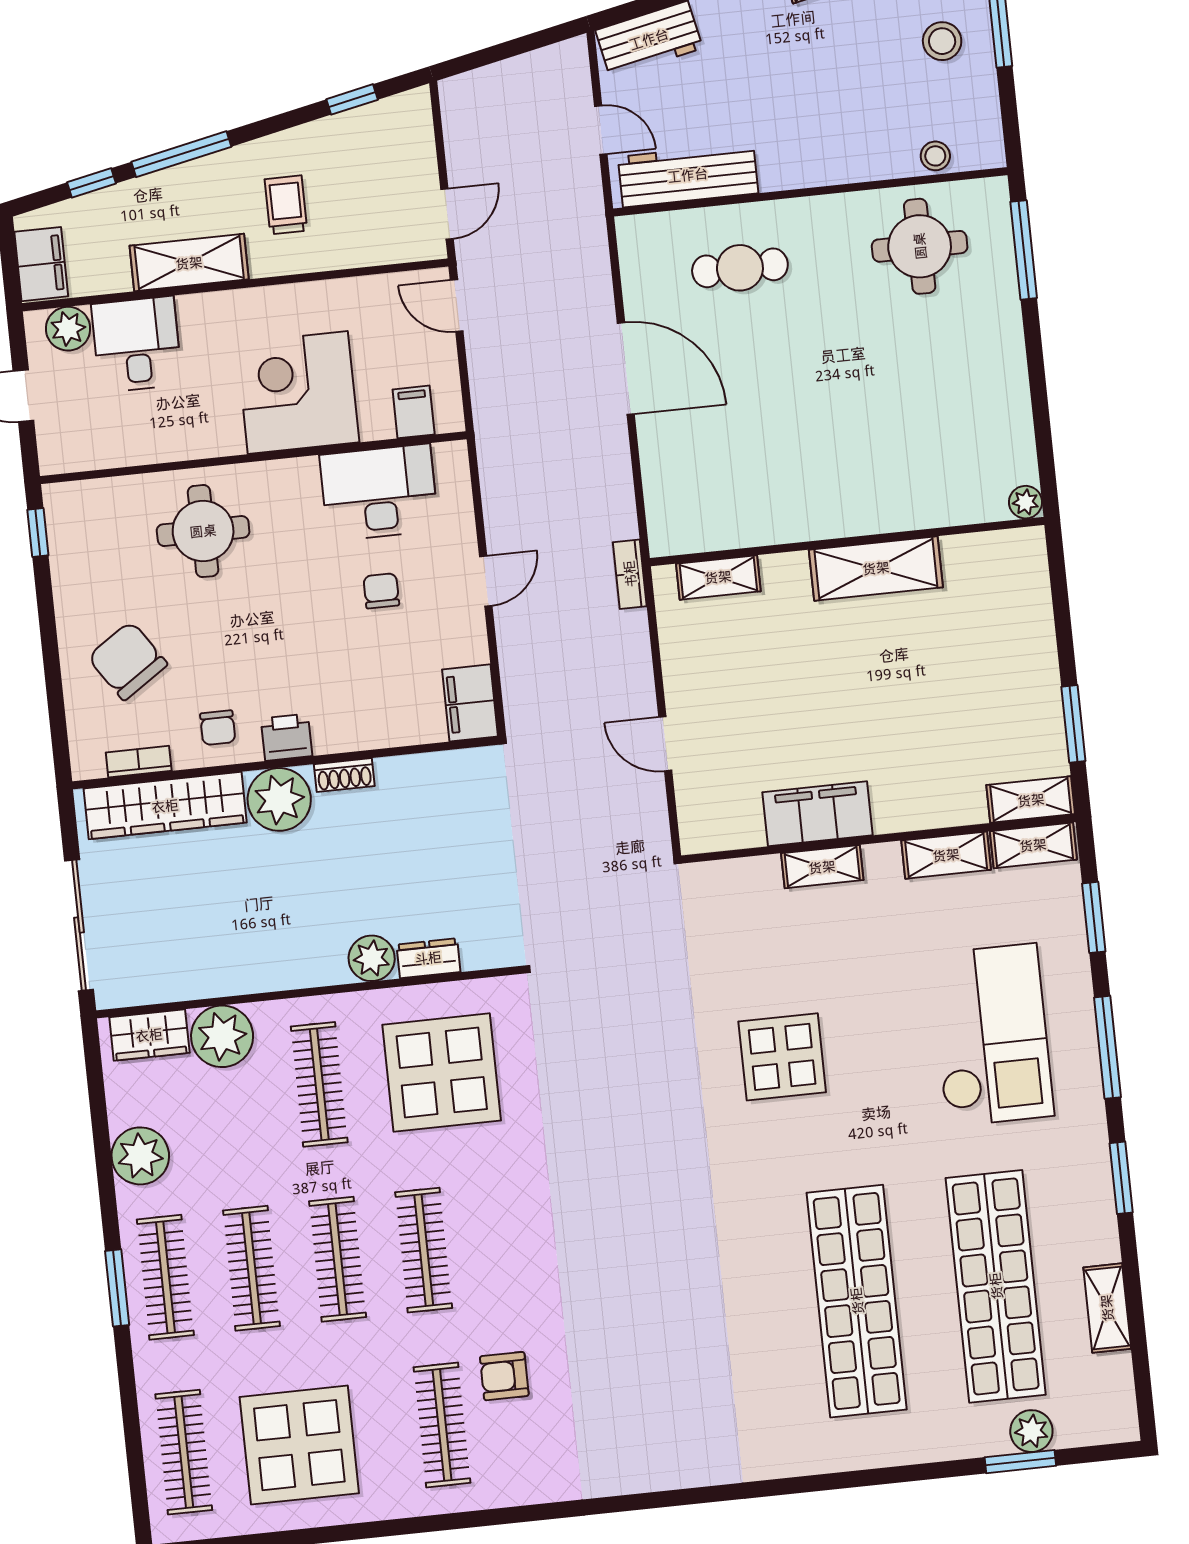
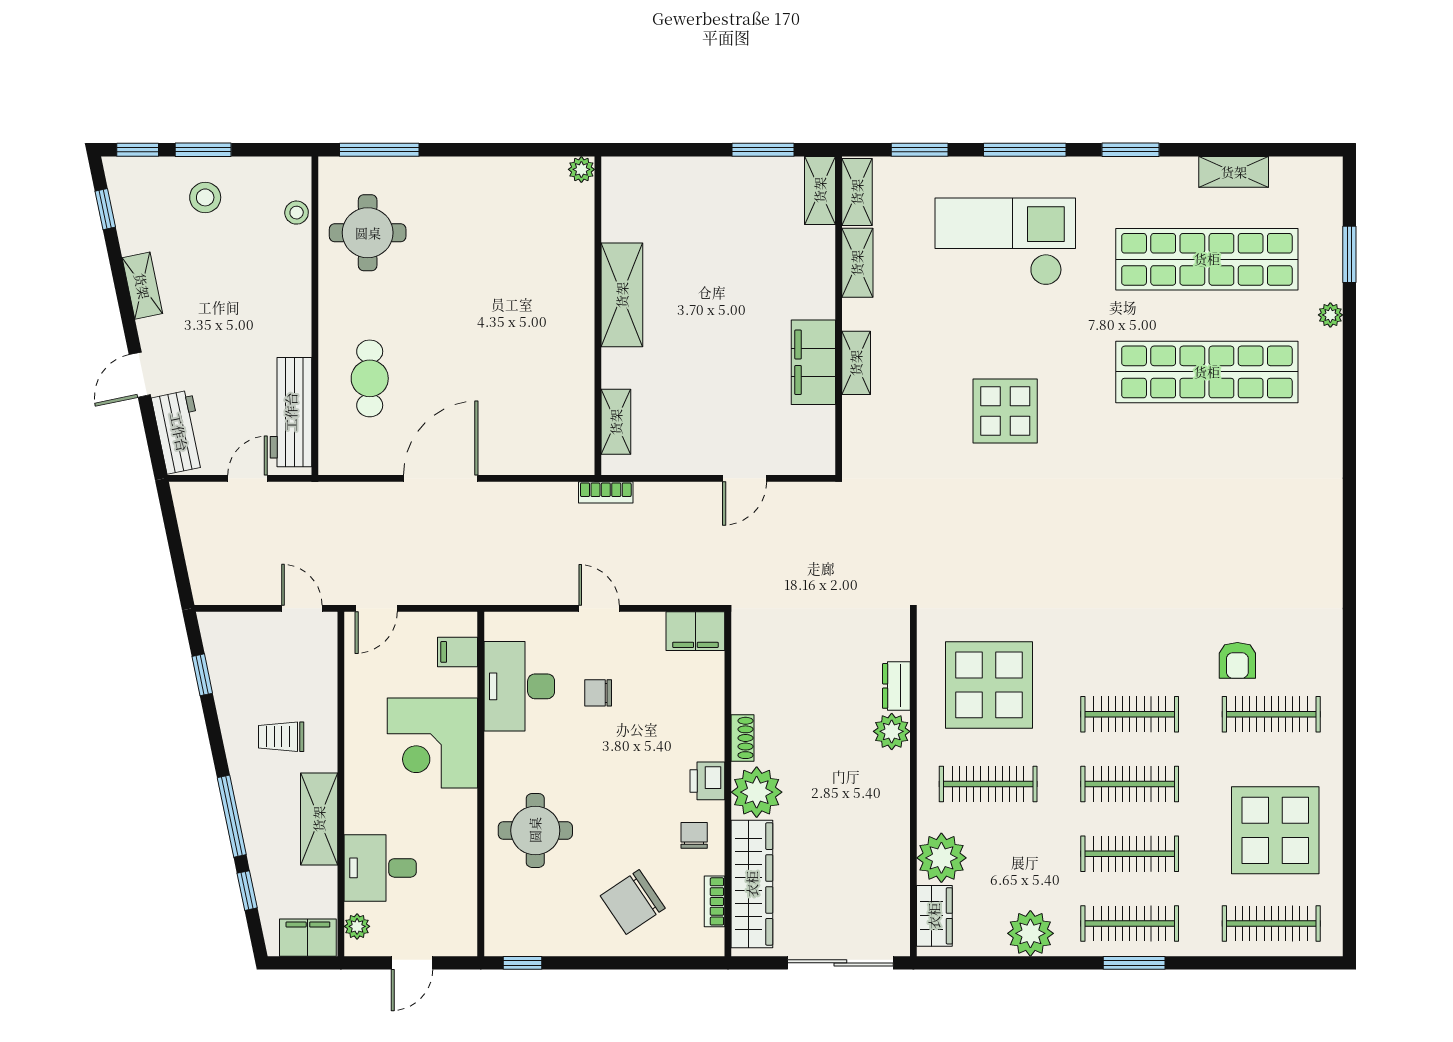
plant: (68, 329) -> (357, 926), width x0.73, depth x0.73
chair: (218, 728) -> (694, 835), turned -90
plant: (1031, 1431) -> (1330, 315), moved, width x0.73, depth x0.73

